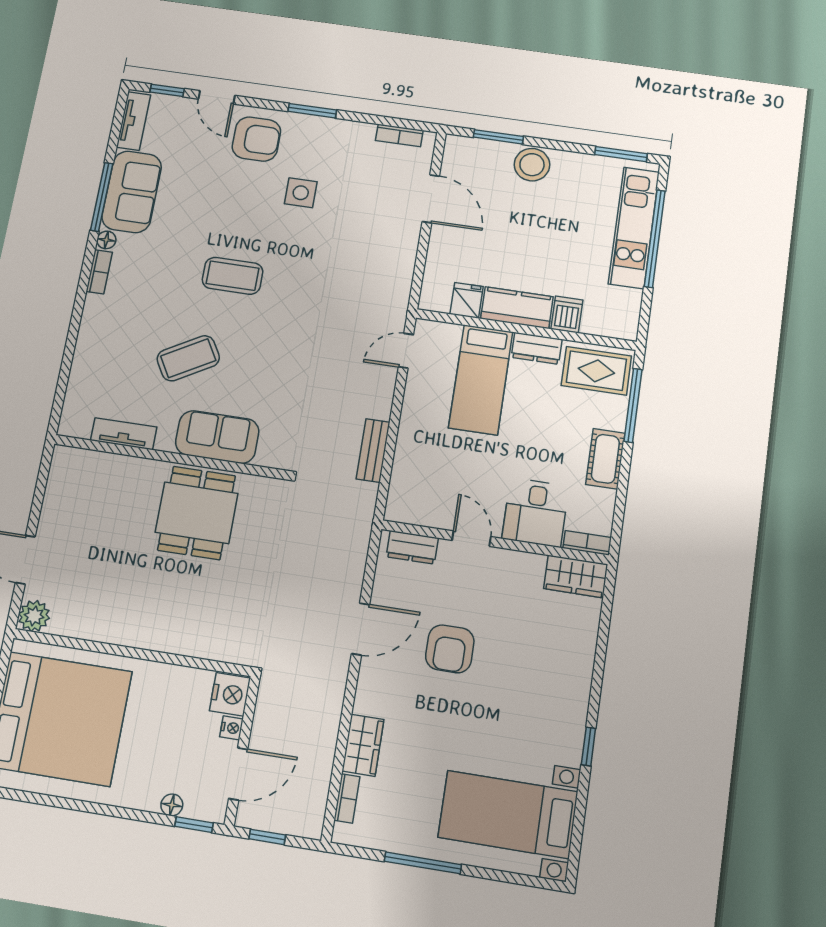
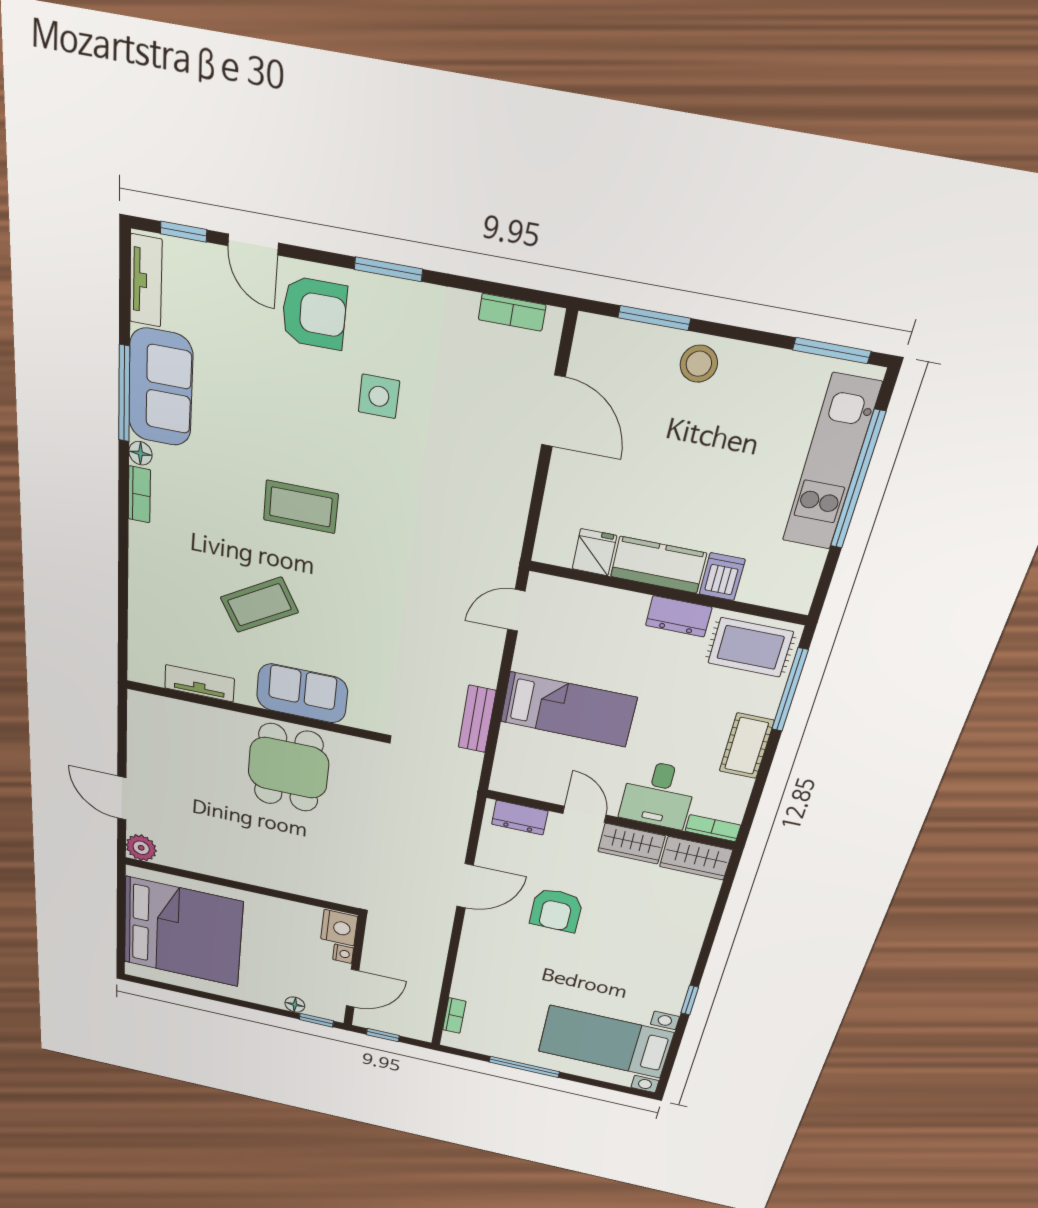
stool: (532, 165) -> (699, 364), width x0.73, depth x0.73
bed: (481, 380) -> (568, 709), moved, turned -90
wardrobe: (363, 745) -> (631, 844), moved, turned 90

